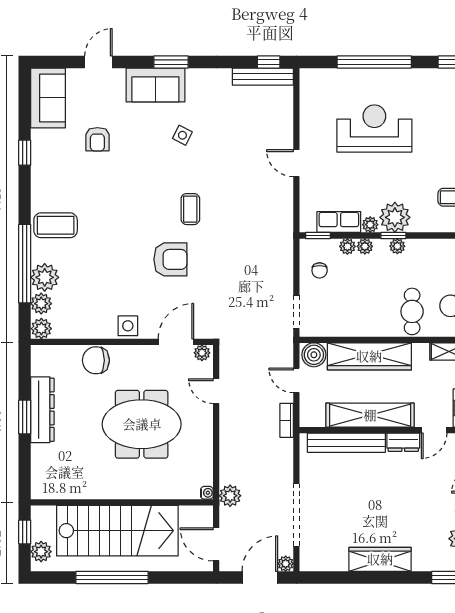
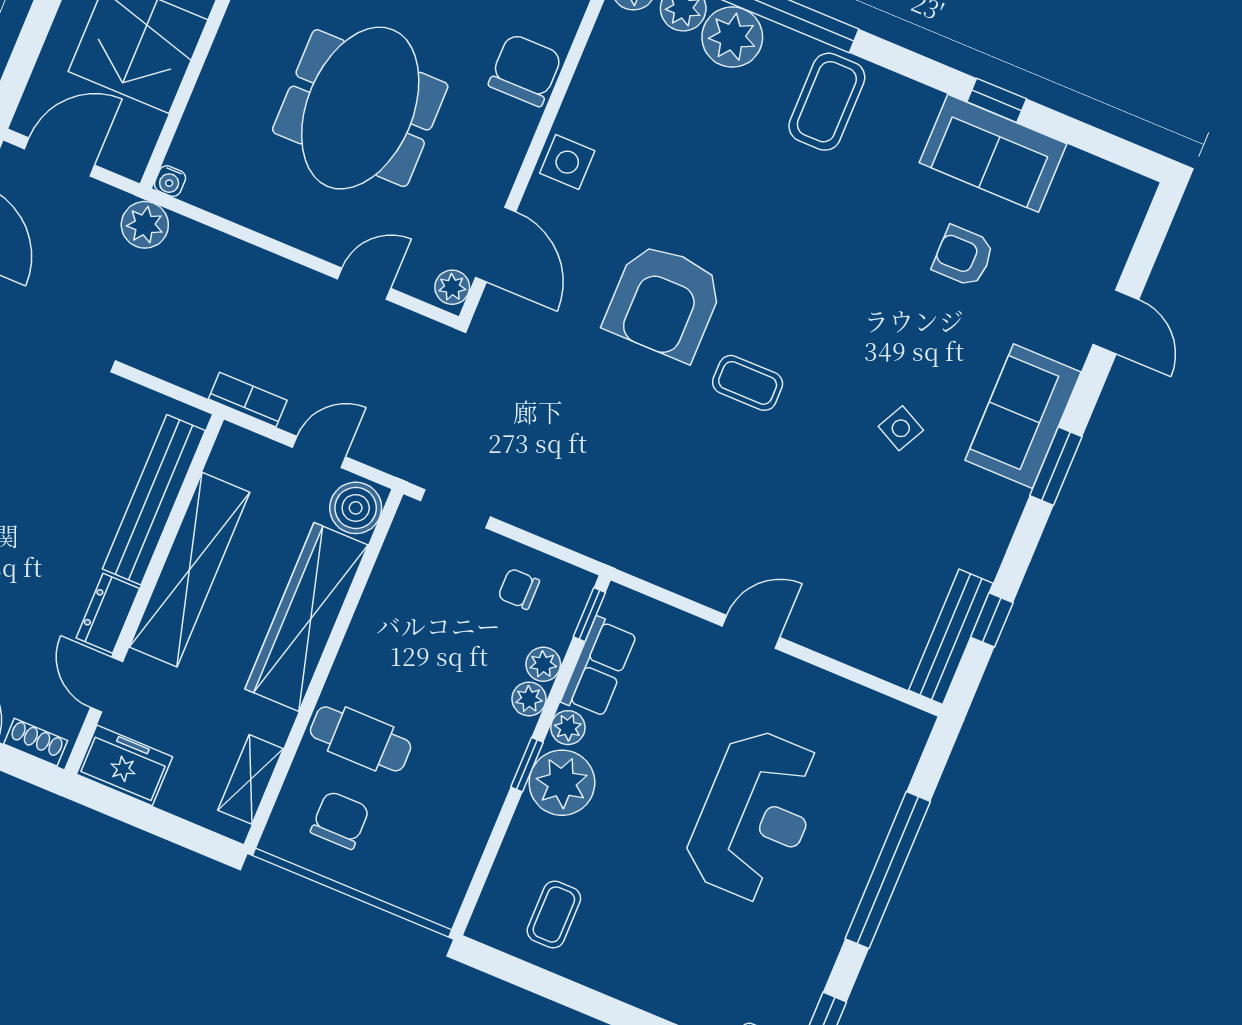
window: (269, 62) -> (992, 620), moved
sofa: (48, 98) -> (993, 153), moved
plant: (397, 246) -> (503, 764), removed
armchair: (170, 259) -> (664, 302), width x1.36, depth x1.36

